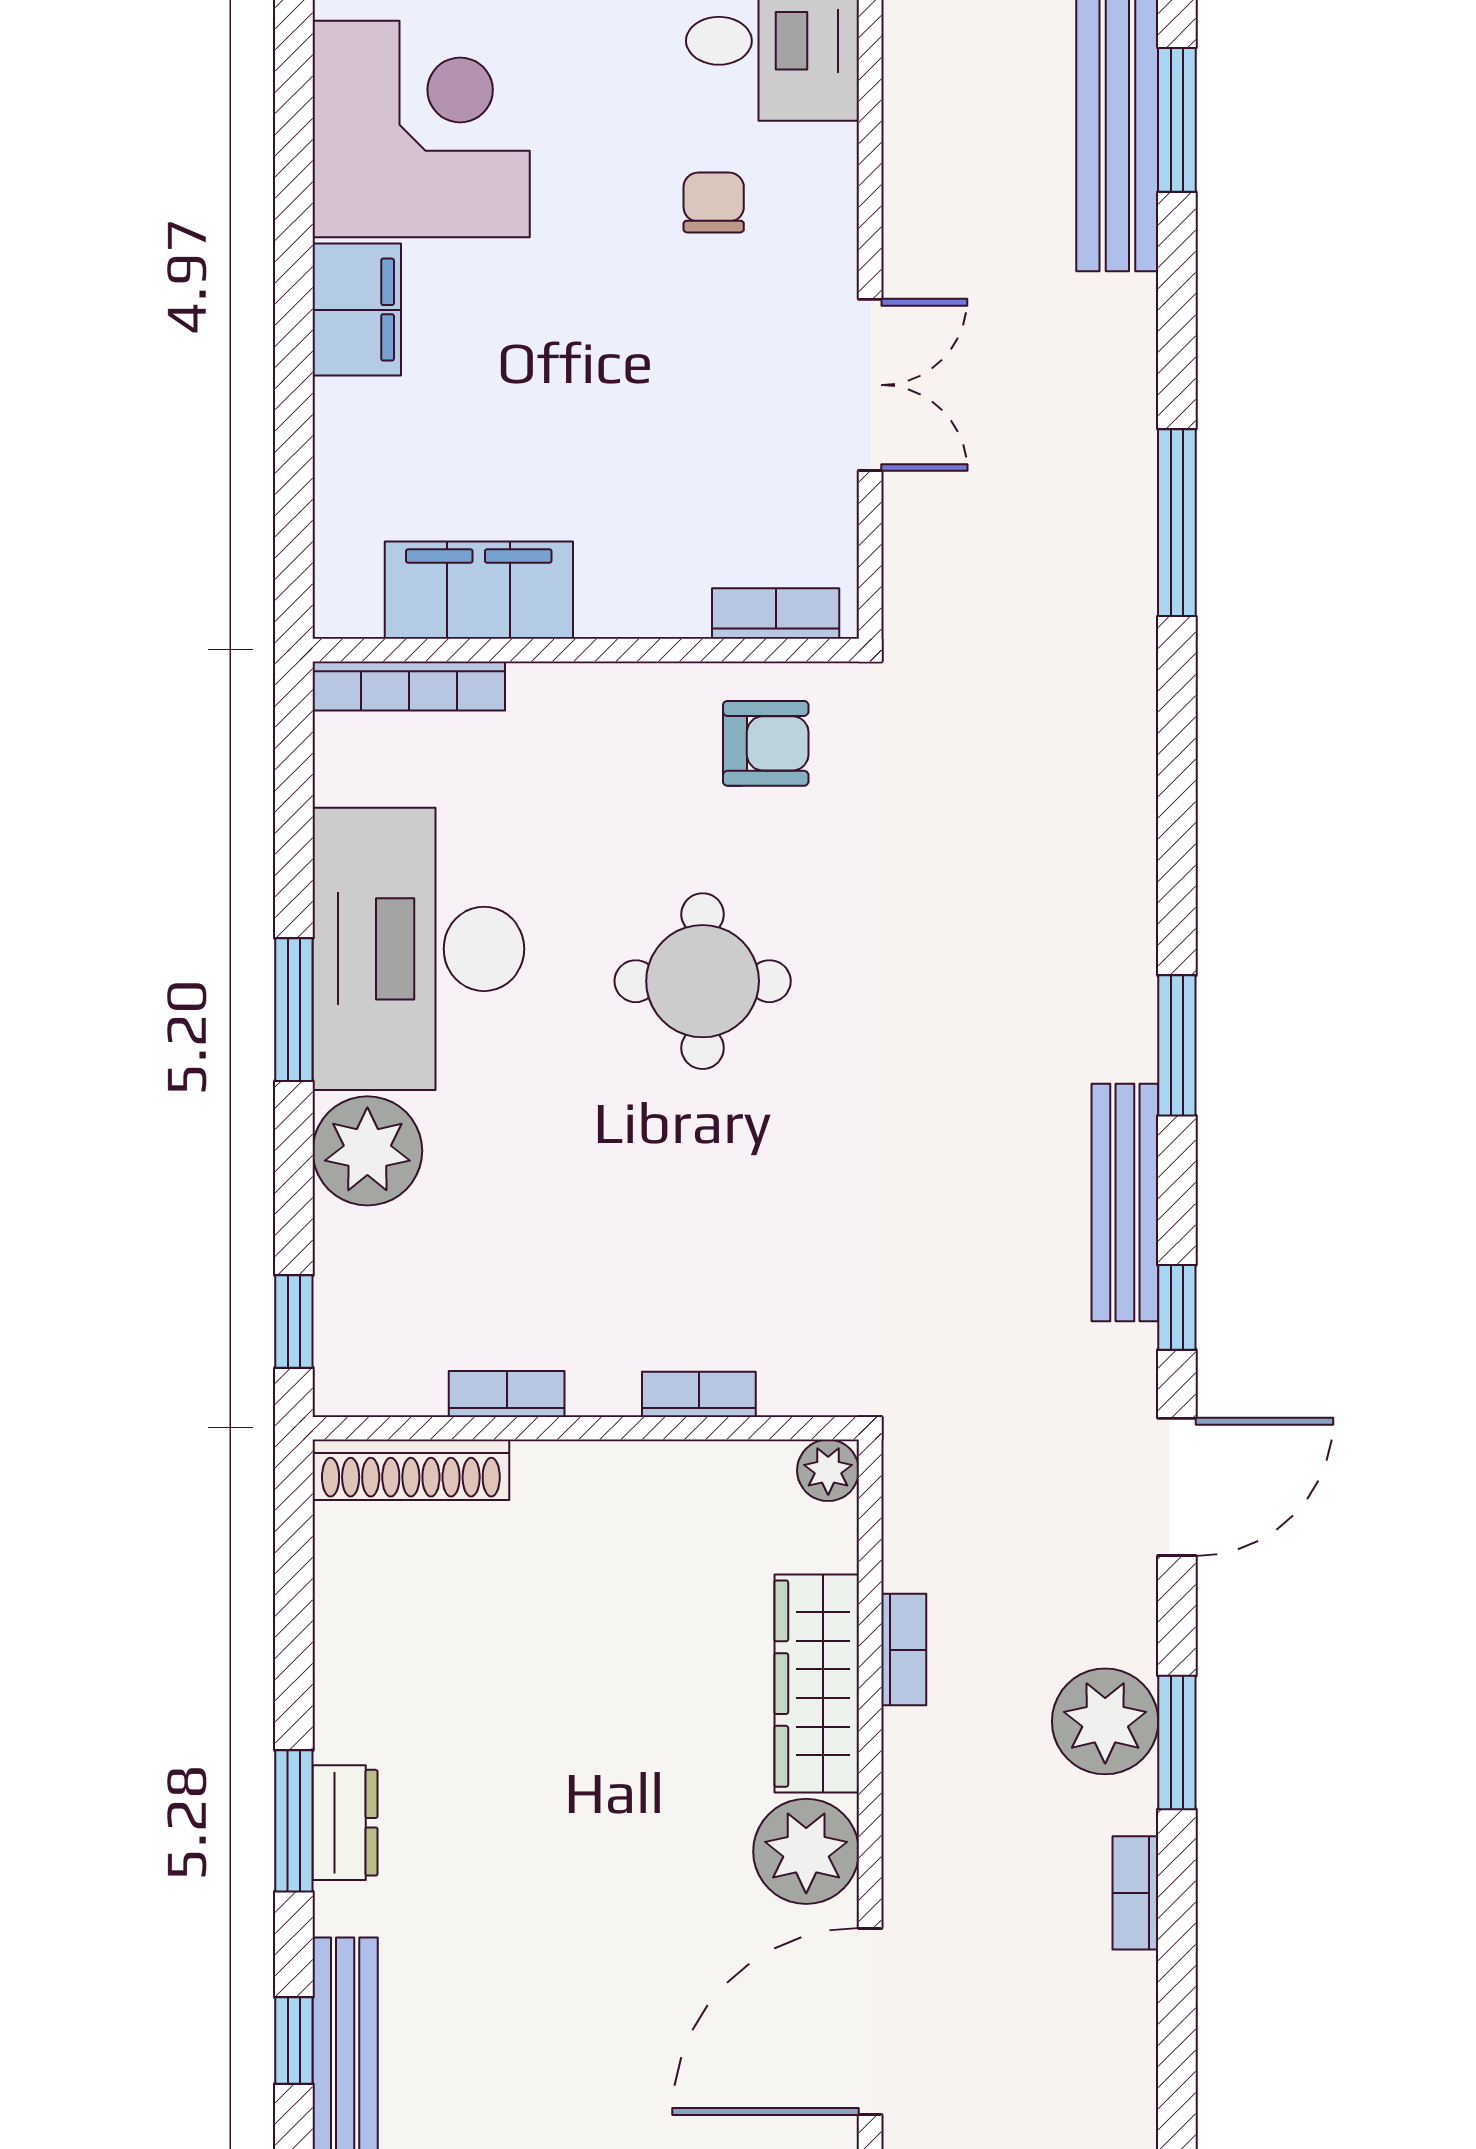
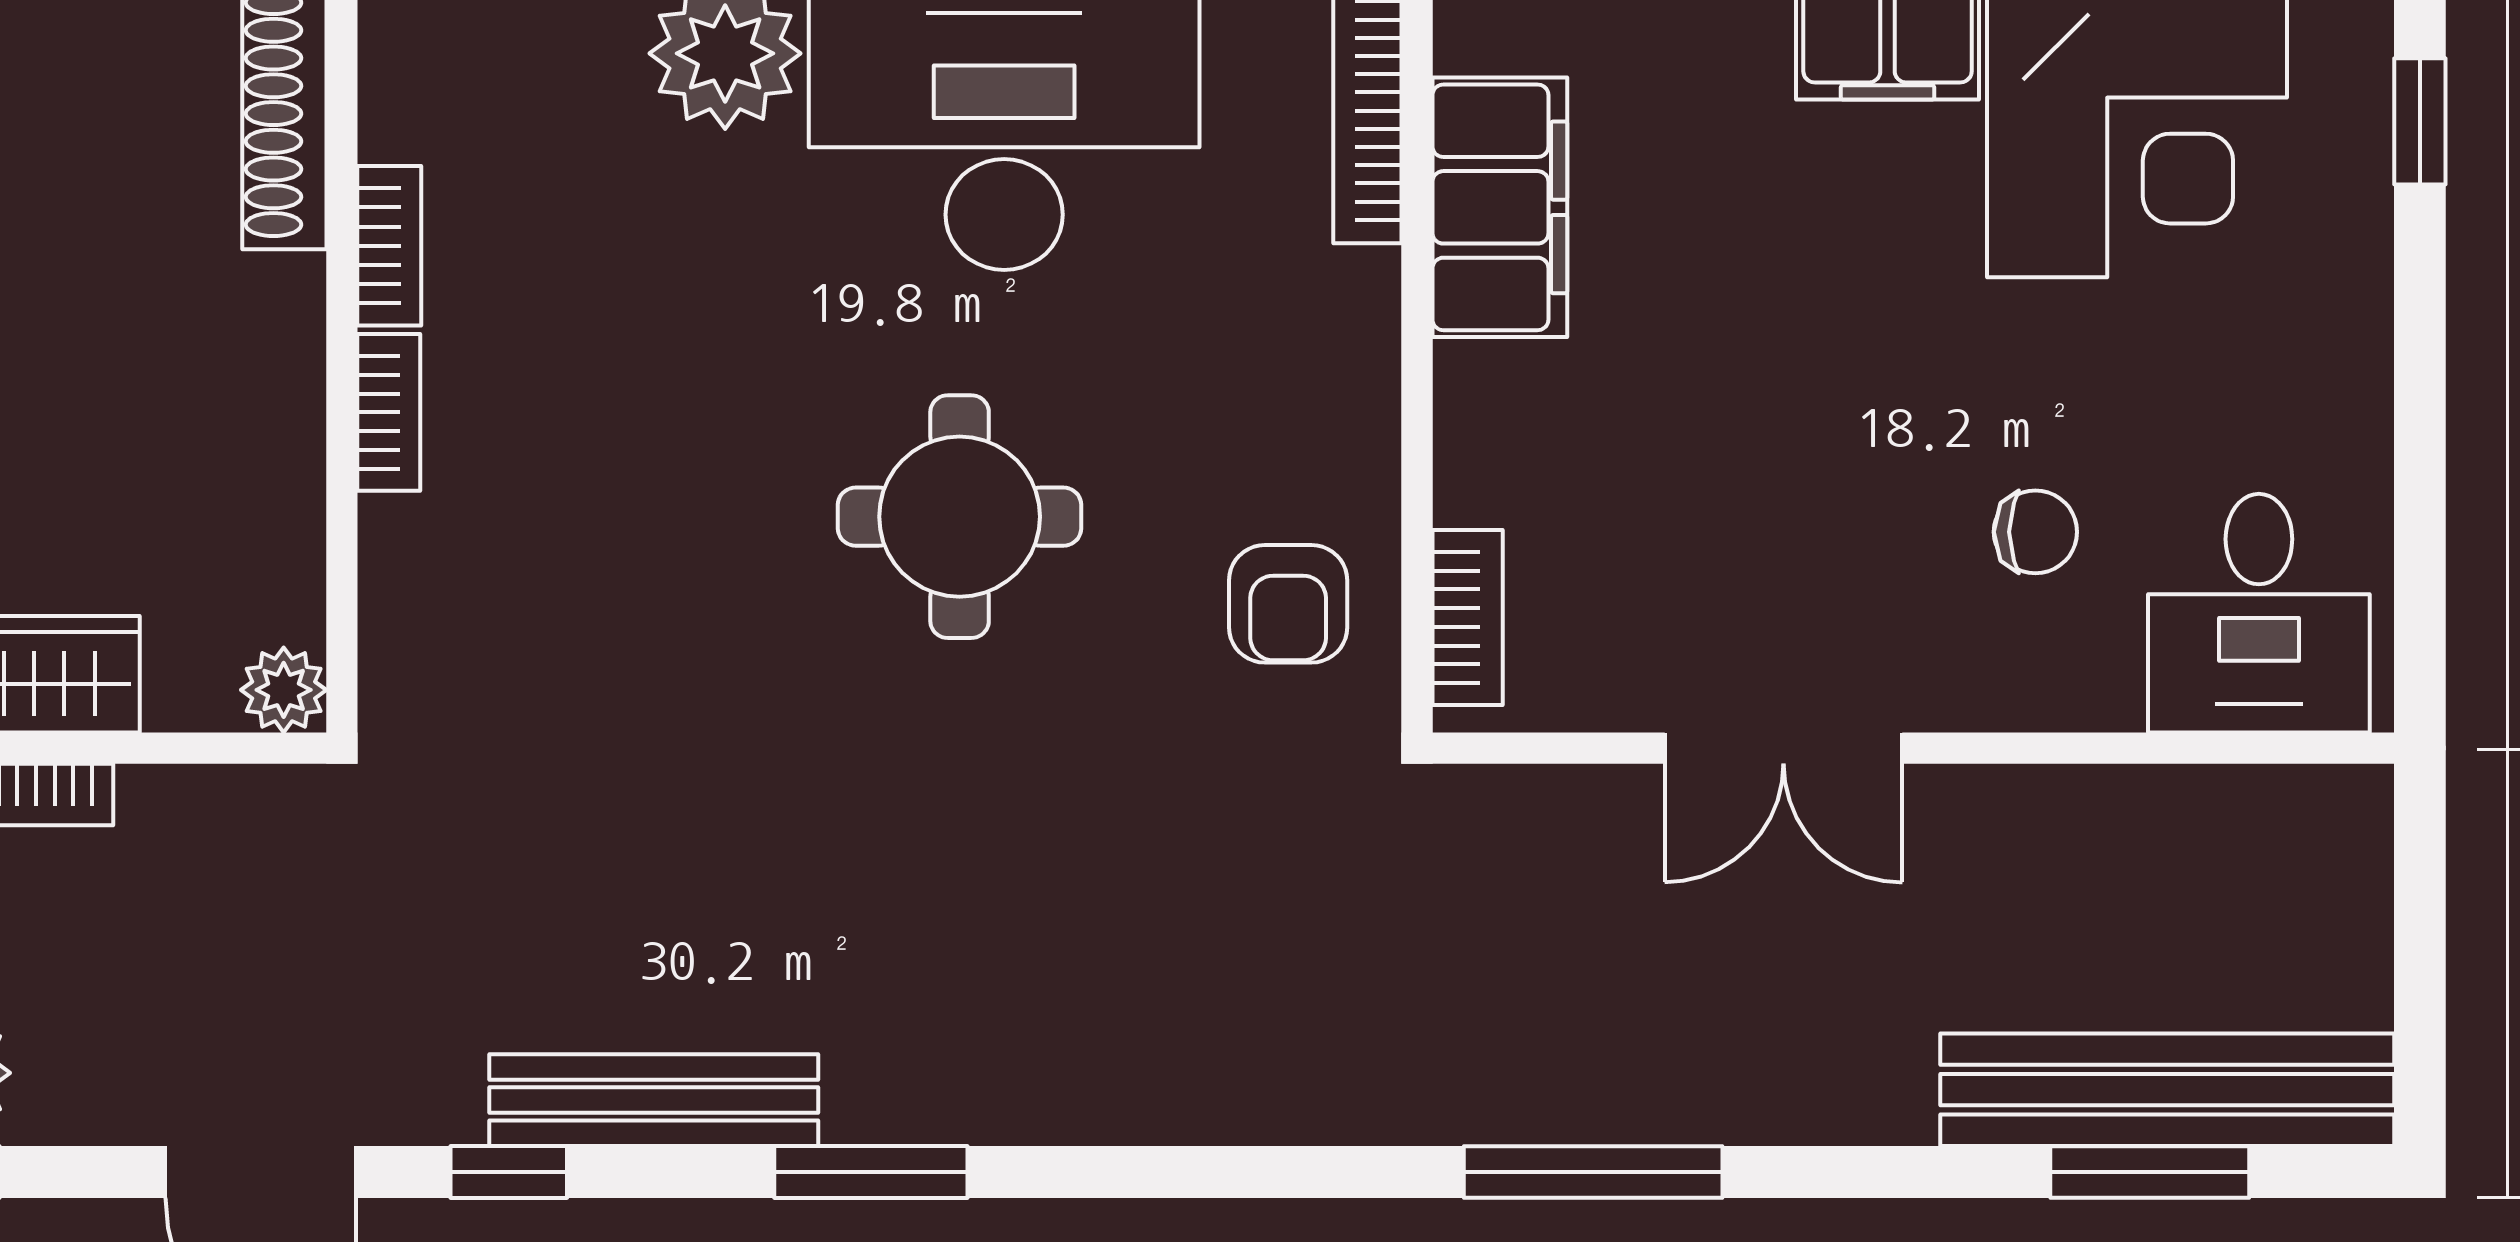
bookcase: (699, 1394) -> (389, 412), moved

